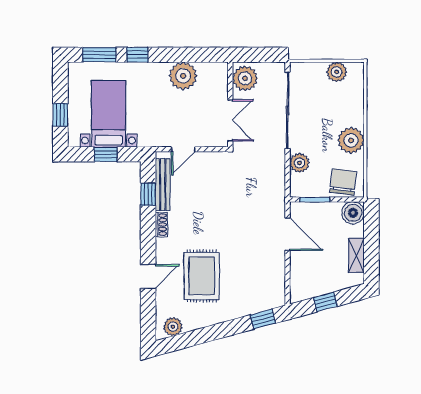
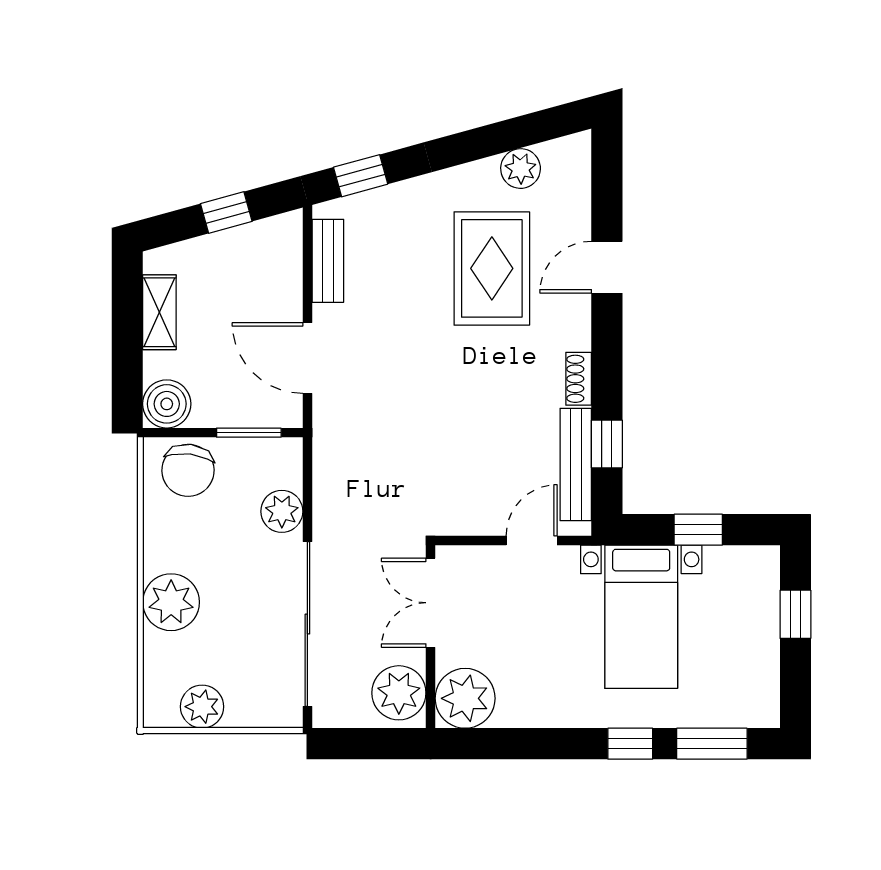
plant: (183, 76) -> (465, 698), moved
bed with nightstands: (108, 114) -> (641, 617), moved
plant: (351, 140) -> (171, 602), moved
bench: (278, 279) -> (328, 261), added
plant: (173, 327) -> (521, 169), moved

